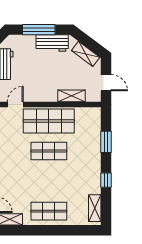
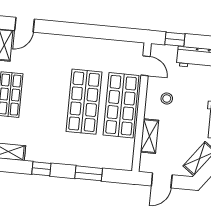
stool: (40, 85) -> (167, 99), added
shop shelf: (49, 151) -> (84, 102), width x1.43, depth x1.36

